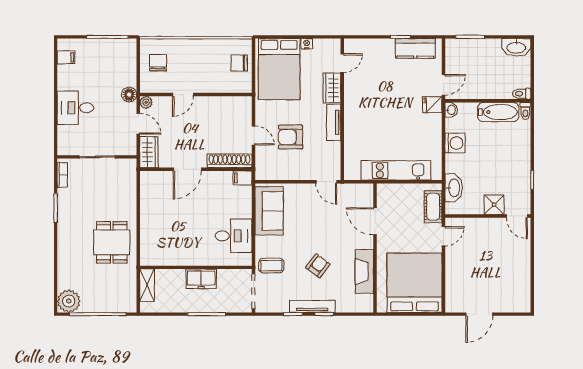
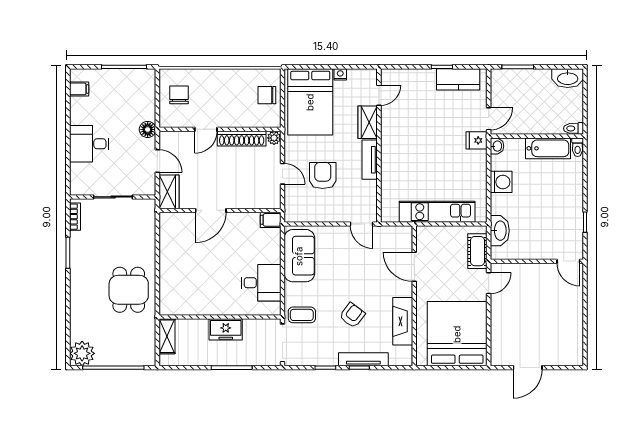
plant: (146, 102) -> (274, 138), moved
armchair: (291, 137) -> (323, 176), turned 90
shoe rack: (230, 161) -> (242, 139), moved, turned 180
shower: (494, 205) -> (544, 249), removed
tv unit: (312, 306) -> (363, 359), moved

